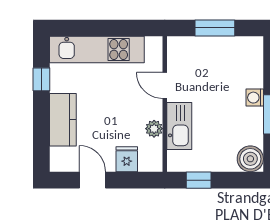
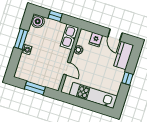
window: (41, 79) -> (127, 79), moved
kitchen counter: (63, 120) -> (124, 56), moved
kitchen sink: (179, 126) -> (69, 37), moved
window: (199, 180) -> (55, 16), moved

